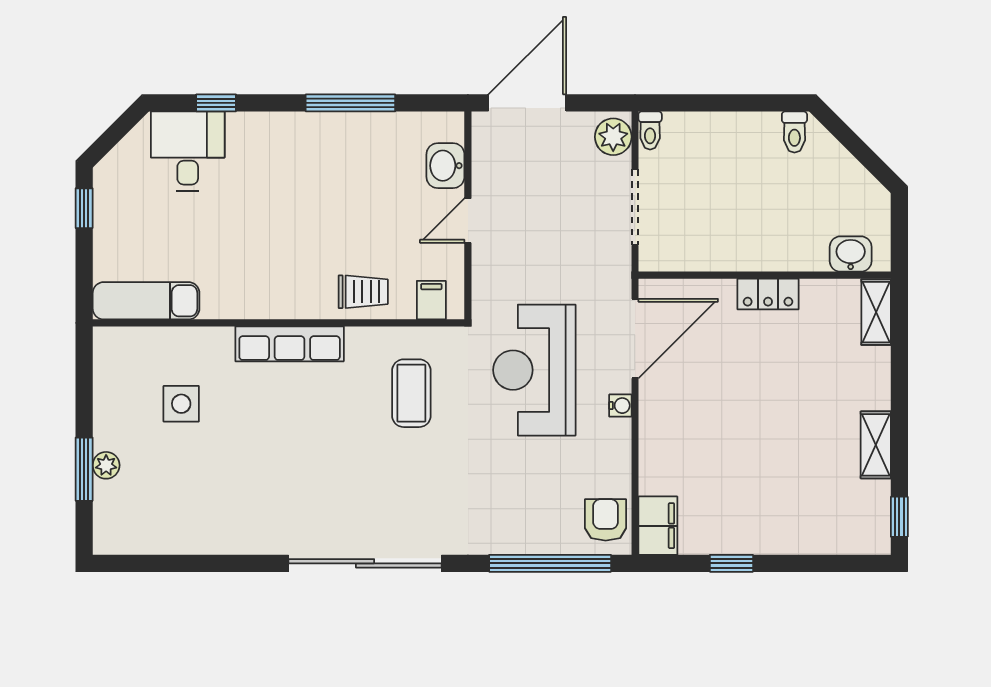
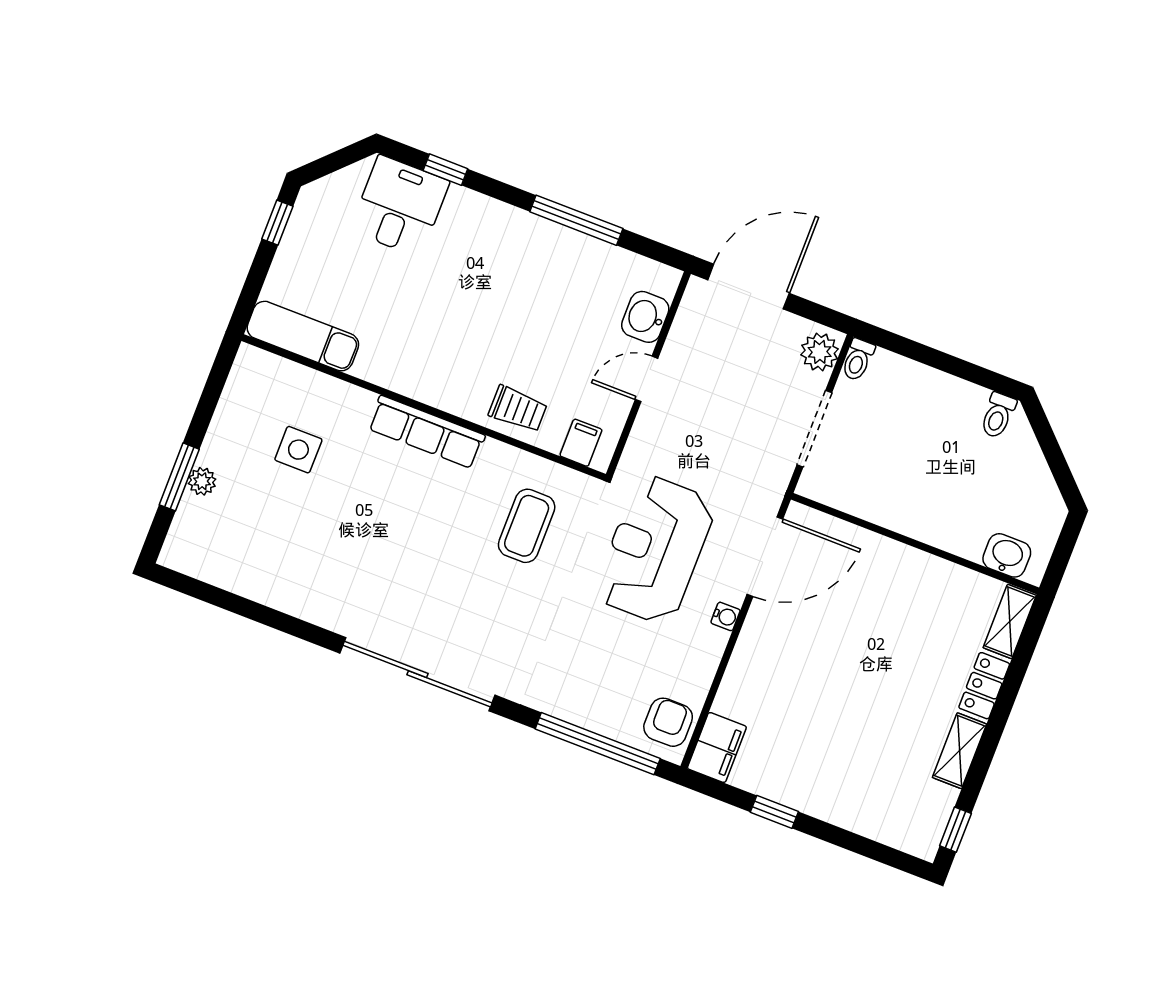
locker: (768, 294) -> (984, 686), moved, turned 90

